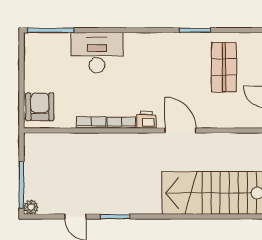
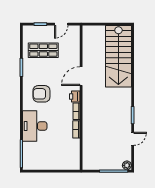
armchair: (40, 107) -> (41, 94), moved

